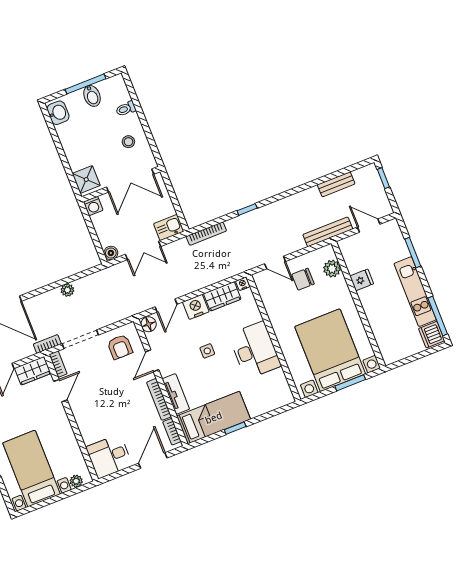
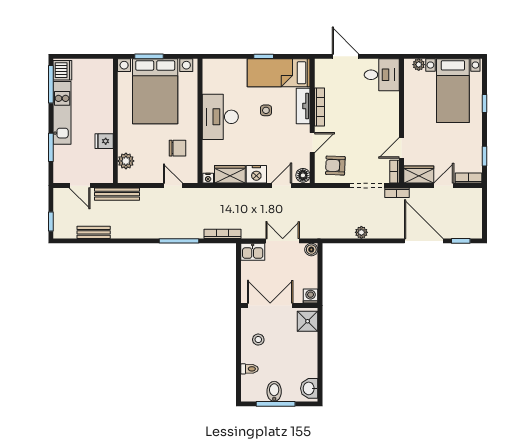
window: (247, 209) -> (179, 241), width x2.17
chair: (303, 279) -> (177, 148), moved
armchair: (120, 347) -> (335, 165), turned -88
side table: (207, 351) -> (266, 110), moved
bookcase: (172, 432) -> (319, 75), removed
door: (153, 461) -> (346, 56), swing flipped

